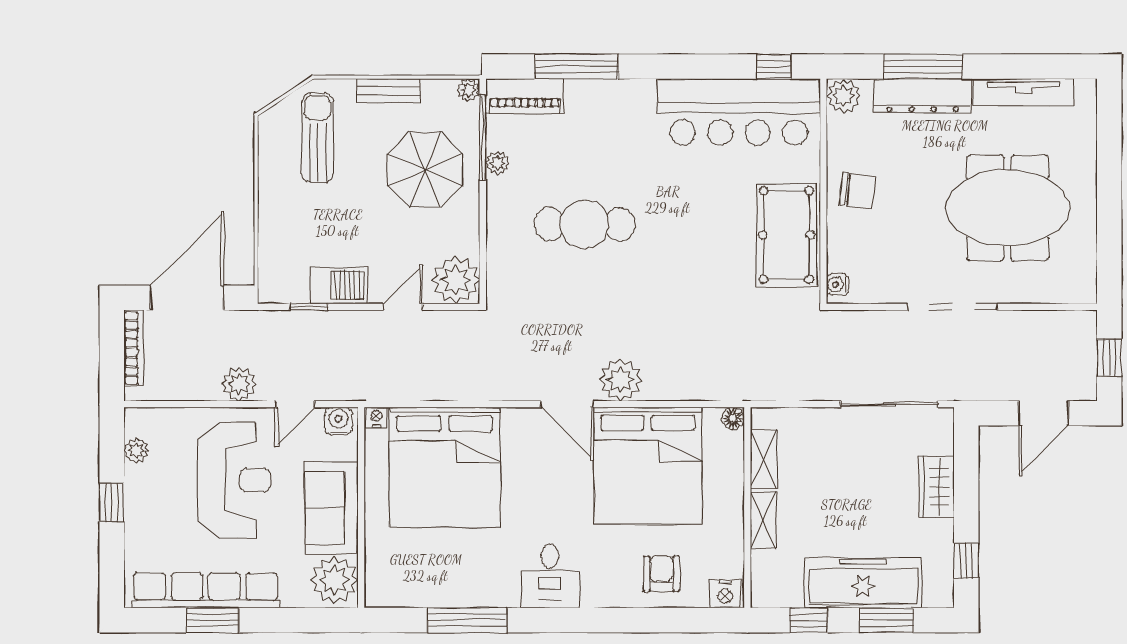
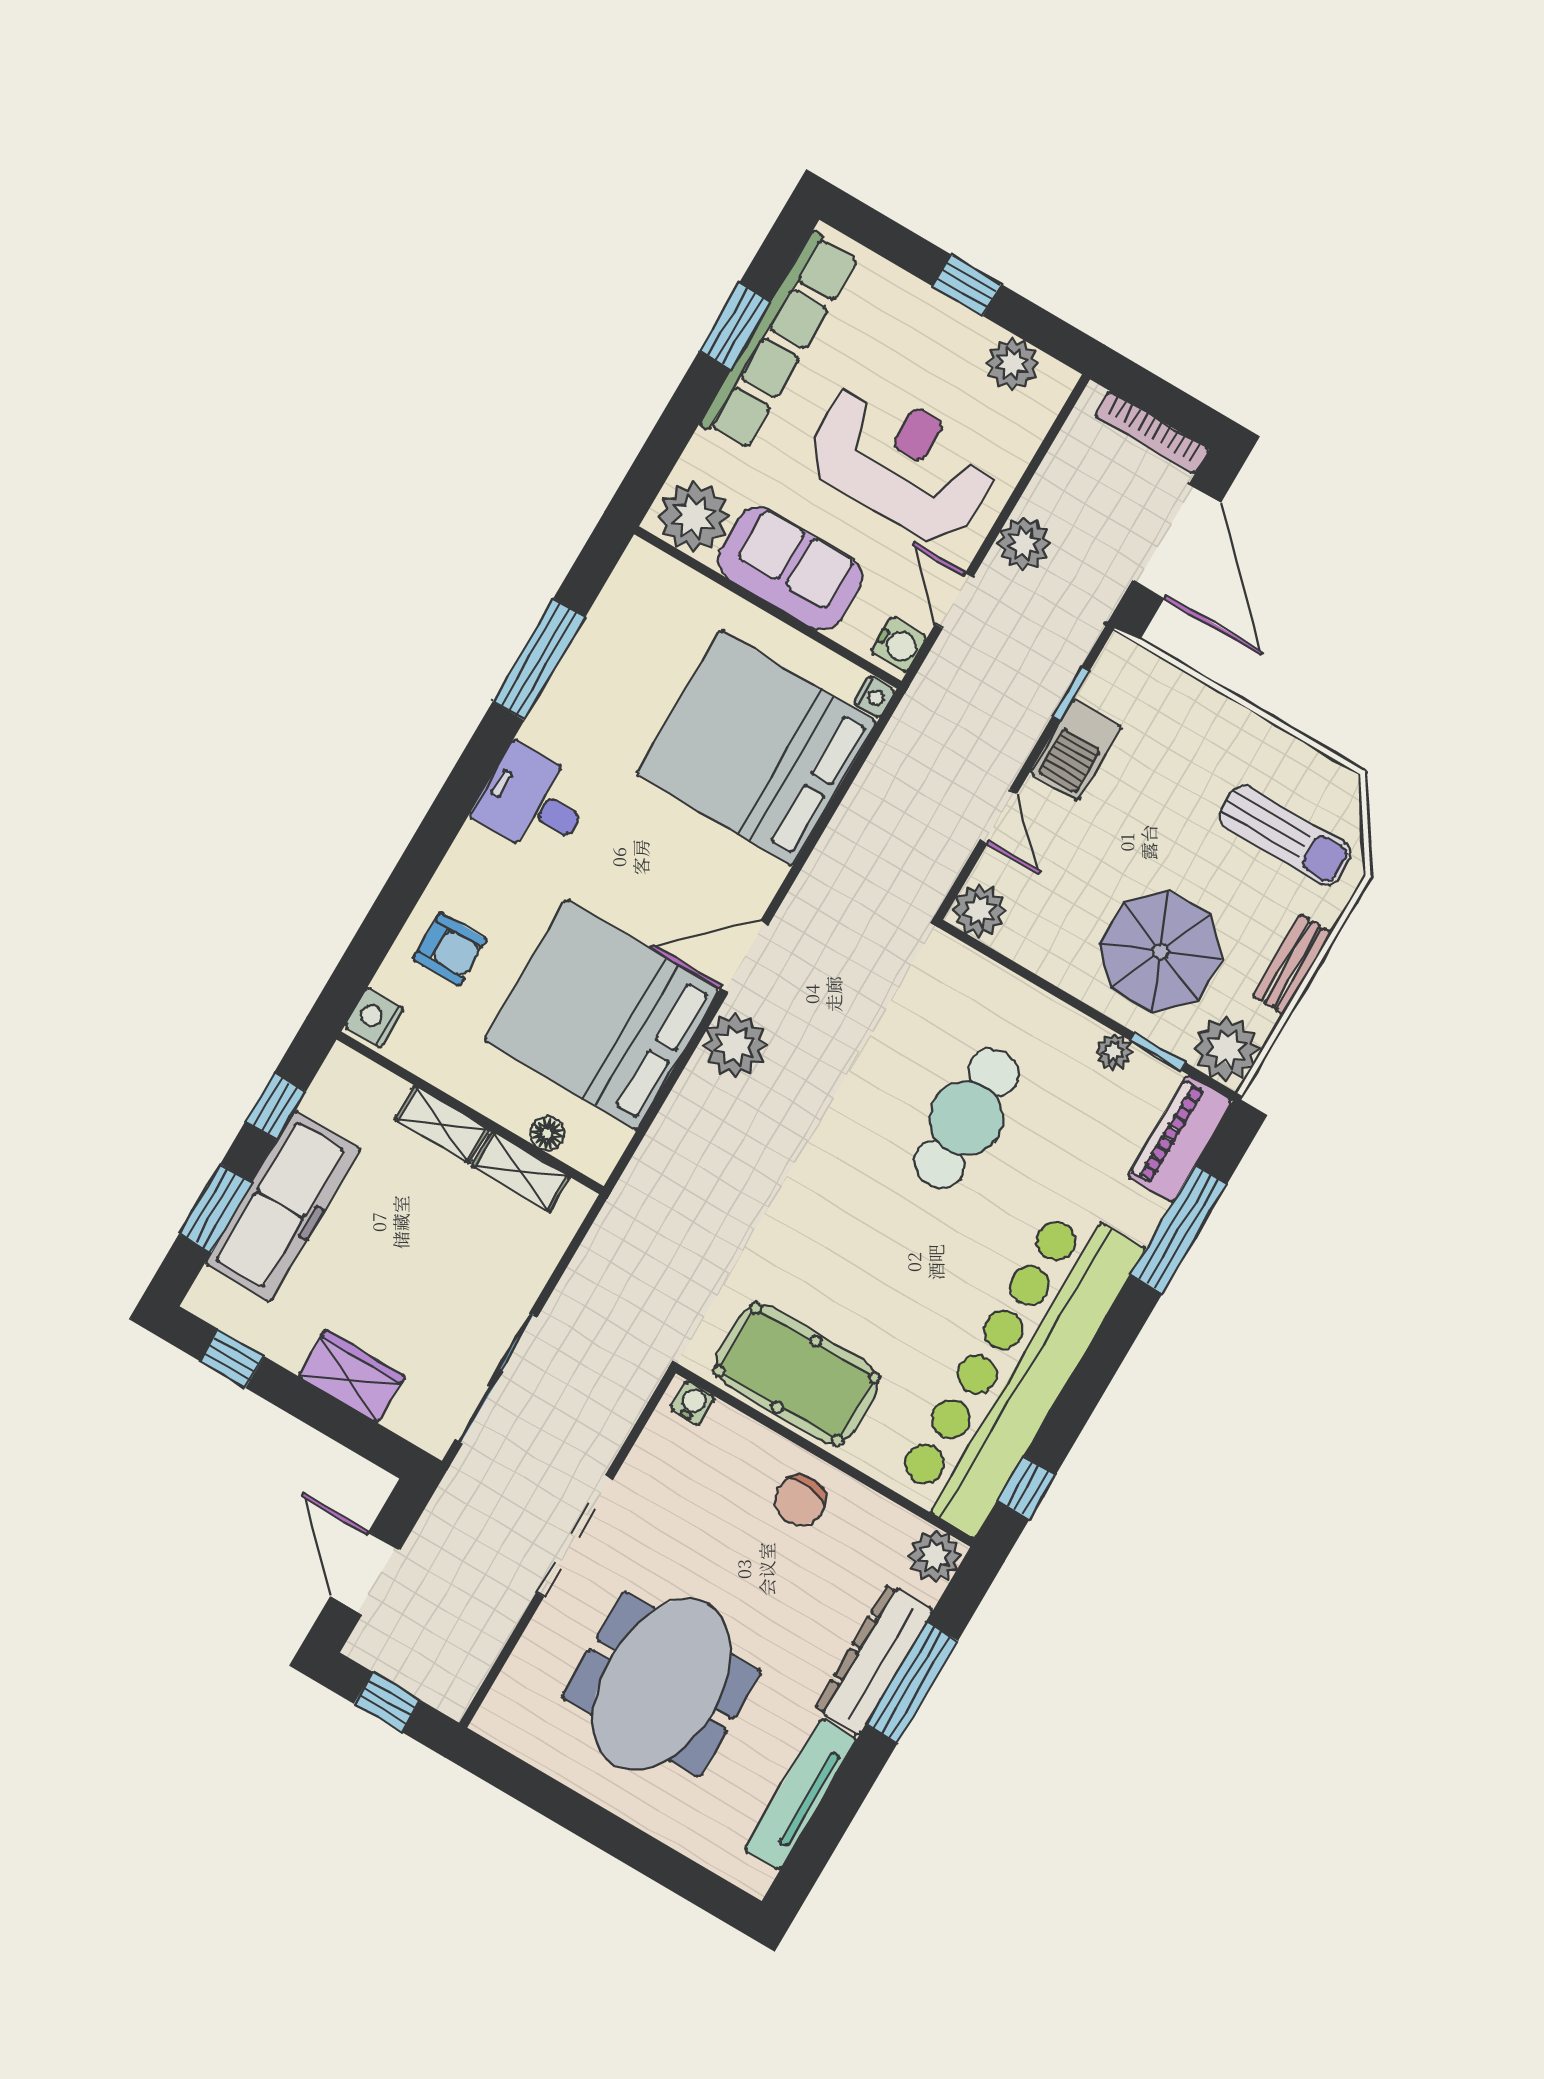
plant: (468, 90) -> (1226, 1049), width x1.88, depth x1.88
bar counter: (739, 112) -> (1017, 1368), width x1.36
window: (483, 138) -> (1158, 1052), width x0.46
plant: (456, 280) -> (979, 910), width x0.73, depth x0.73
floor lamp: (733, 418) -> (547, 1133), moved
plant: (136, 450) -> (1012, 364), width x1.38, depth x1.38
reception desk: (234, 480) -> (902, 462), turned 180

